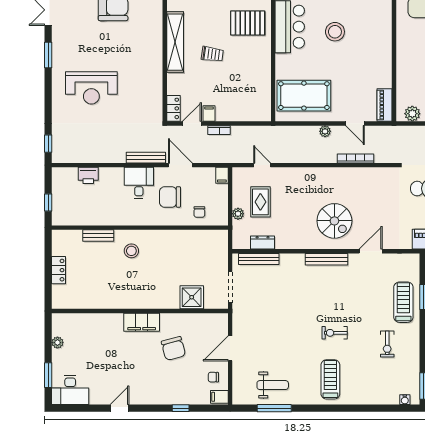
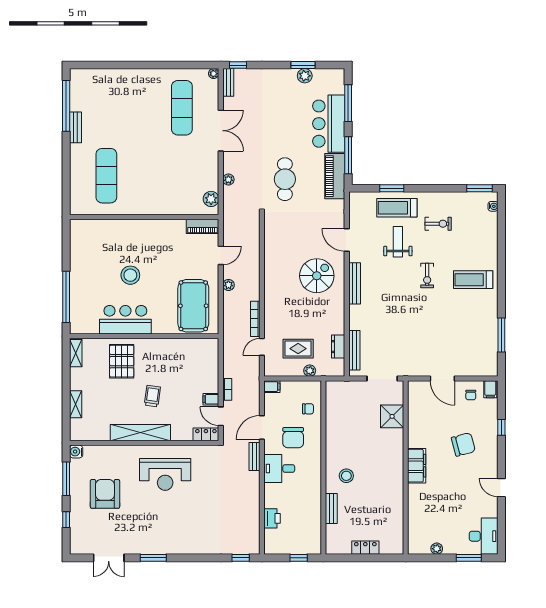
reception desk: (91, 88) -> (165, 474), moved, turned 90
bench: (146, 158) -> (254, 456), width x0.73
bookcase: (356, 158) -> (255, 319), moved
chair: (173, 348) -> (463, 444), moved
weight bench: (273, 385) -> (398, 242), moved

